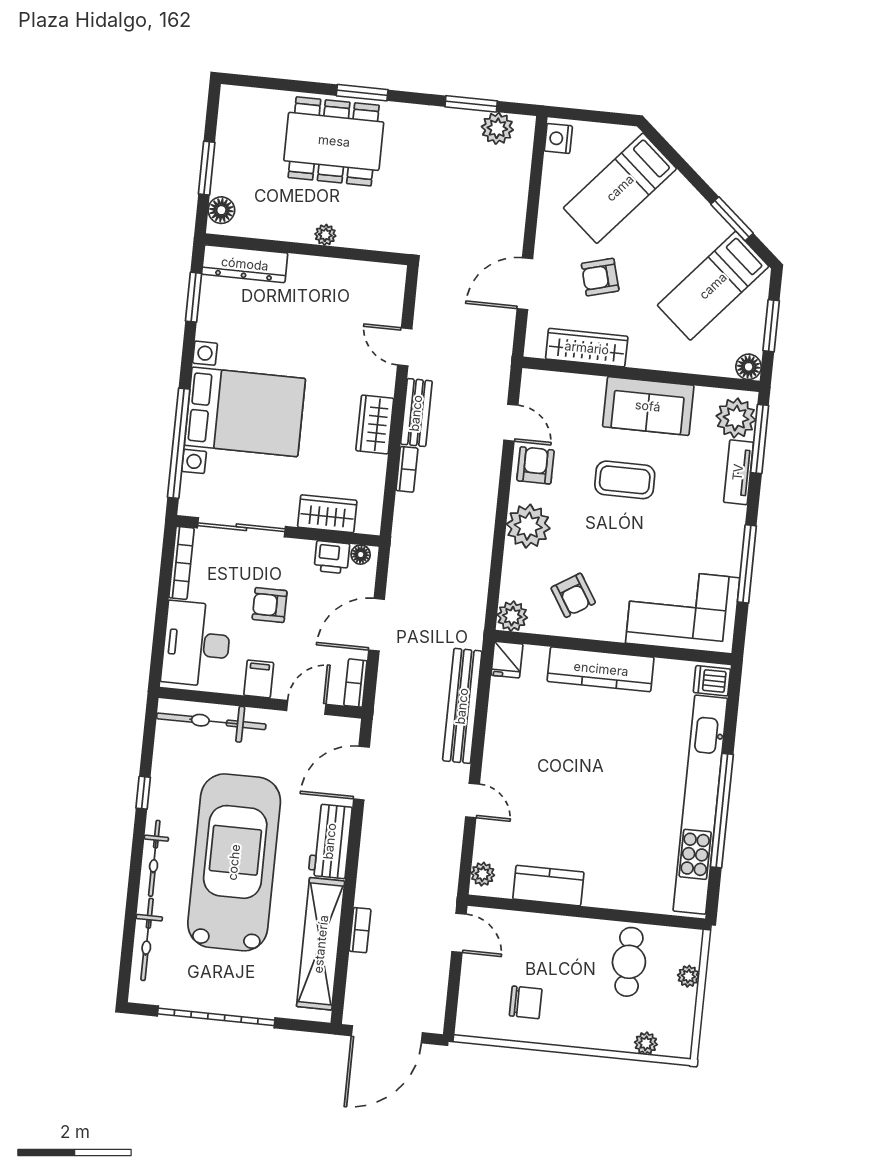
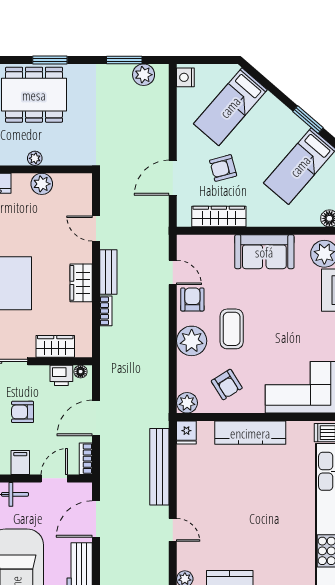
plant: (332, 273) -> (42, 184), added
coffee table: (625, 480) -> (232, 329), moved, turned 90

